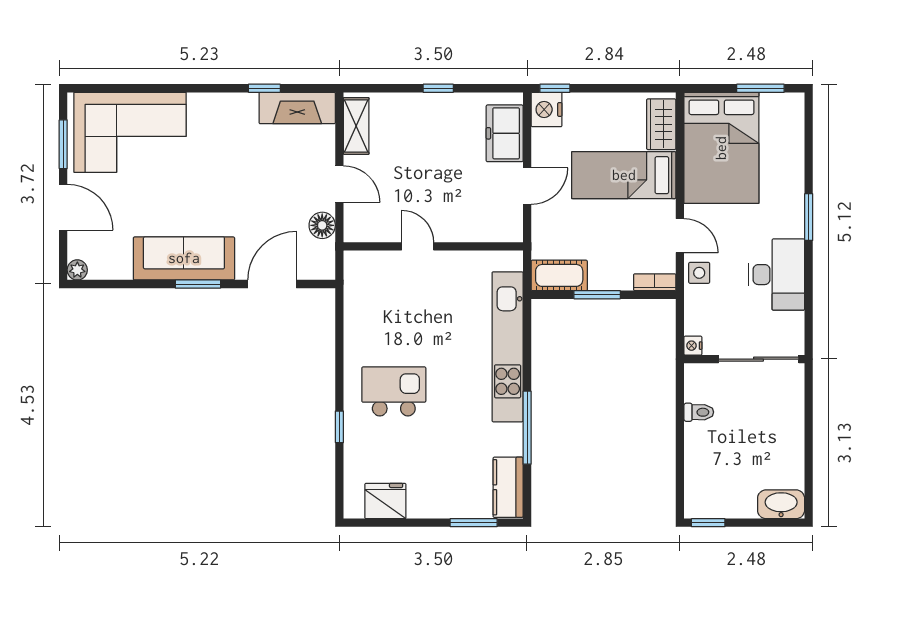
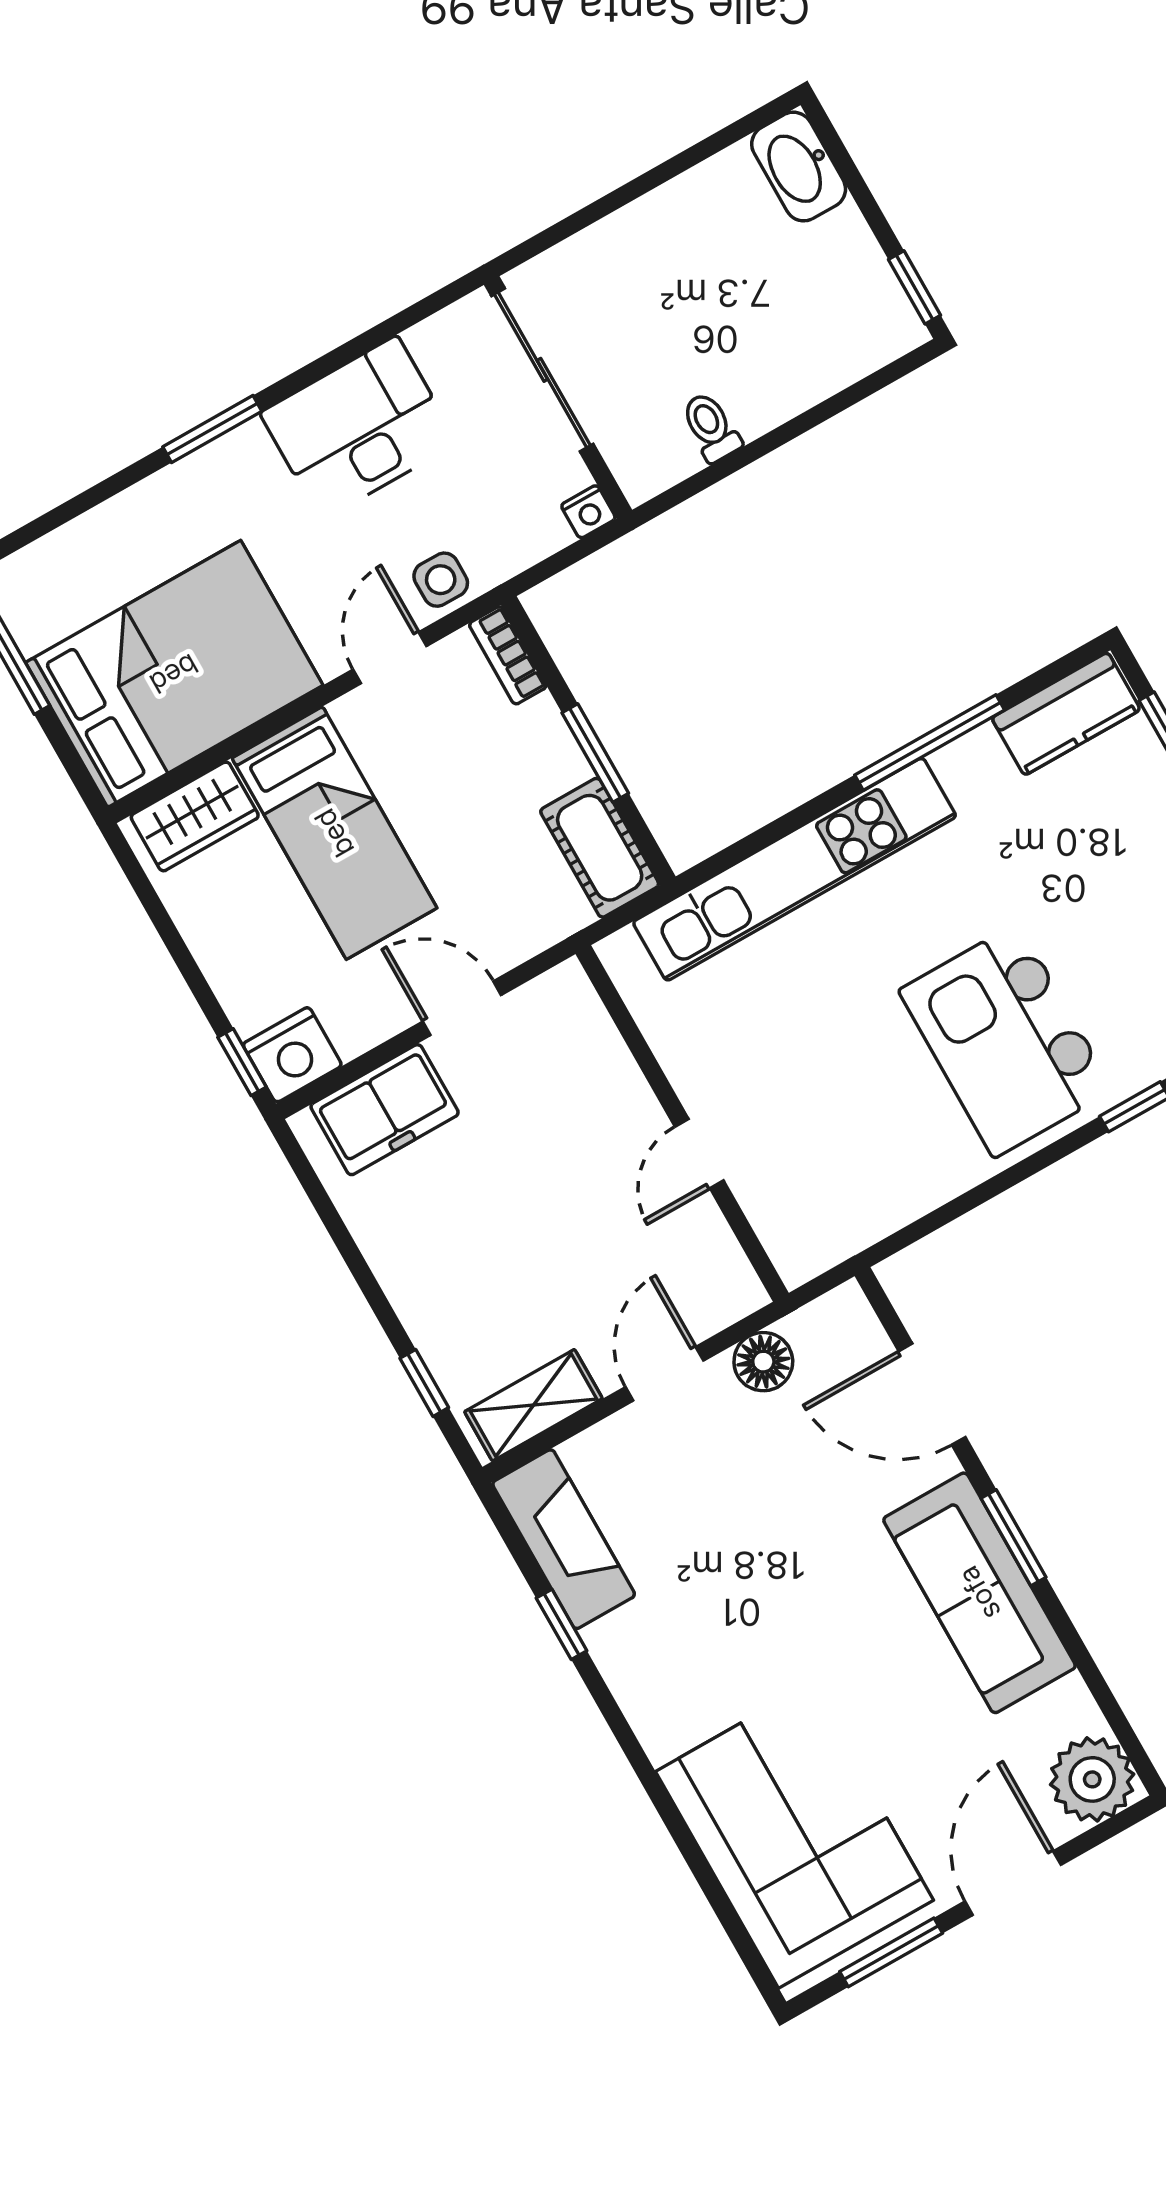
window: (438, 88) -> (424, 1383), moved
plant: (77, 270) -> (1092, 1779), width x1.87, depth x1.87
kitchen island: (394, 391) -> (1006, 1040), width x1.37, depth x1.28

